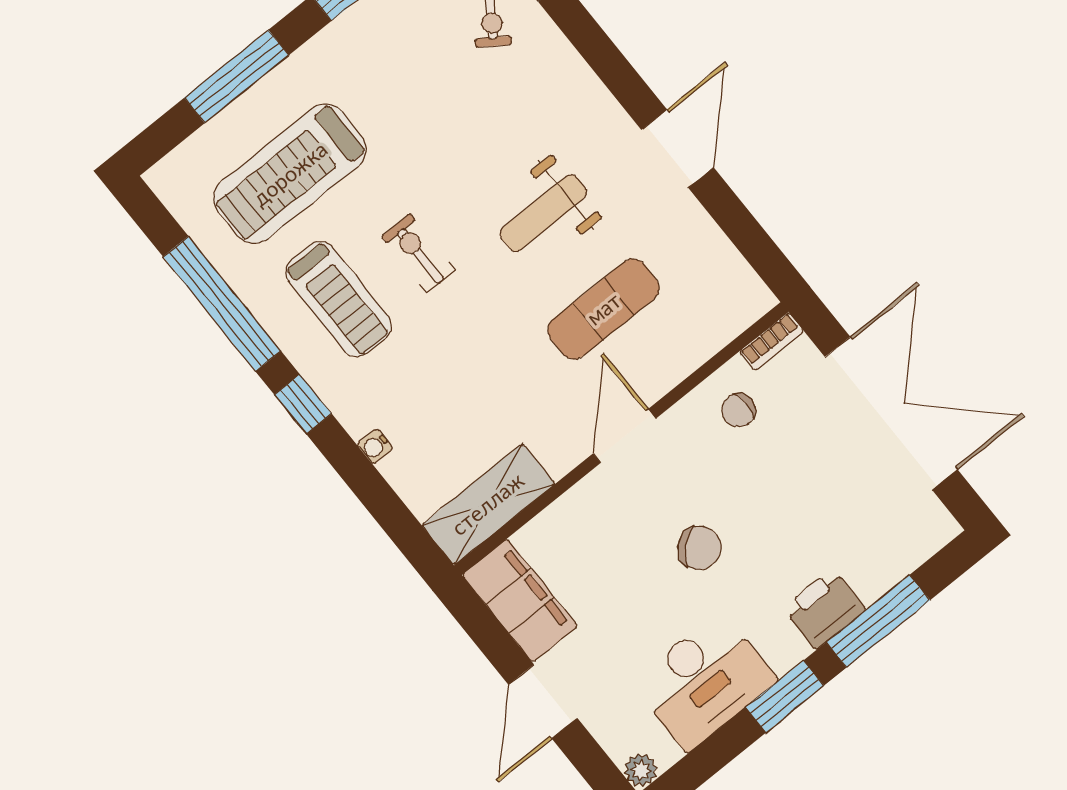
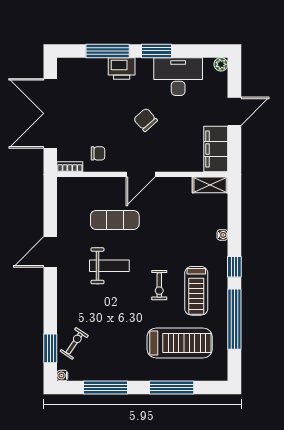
treadmill: (339, 299) -> (196, 291), turned 180
shelving: (488, 504) -> (210, 185), width x0.67, depth x0.75

